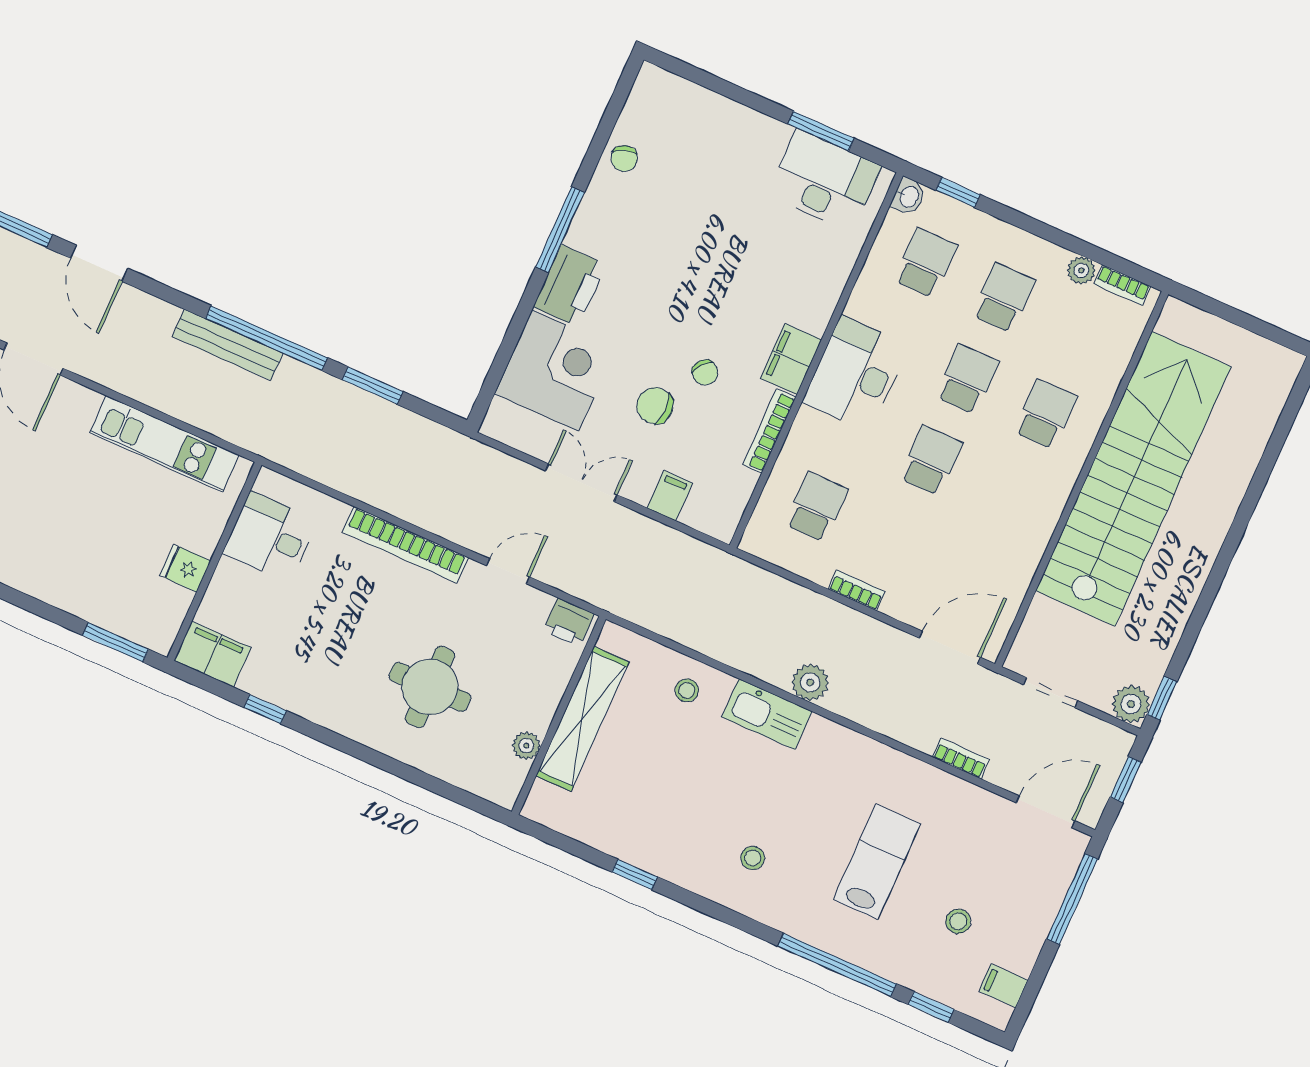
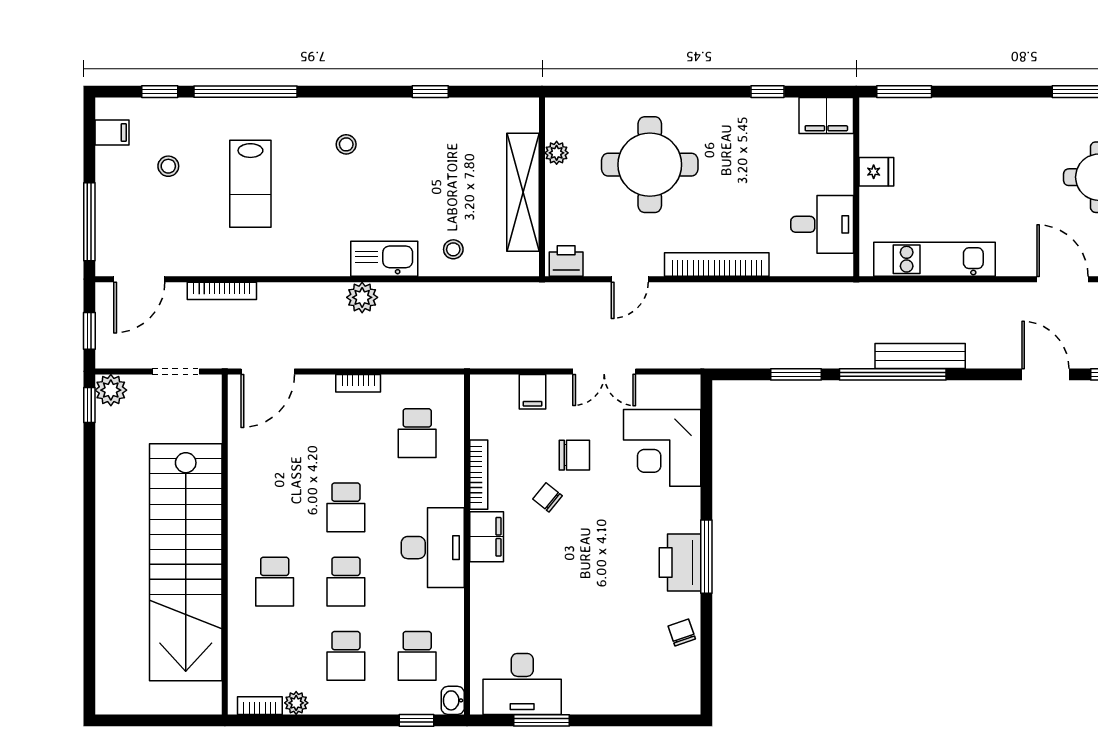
printer: (570, 286) -> (680, 562), moved
round table: (430, 687) -> (650, 165), width x1.36, depth x1.36
bookcase: (961, 758) -> (222, 291), width x1.56

